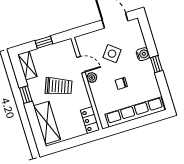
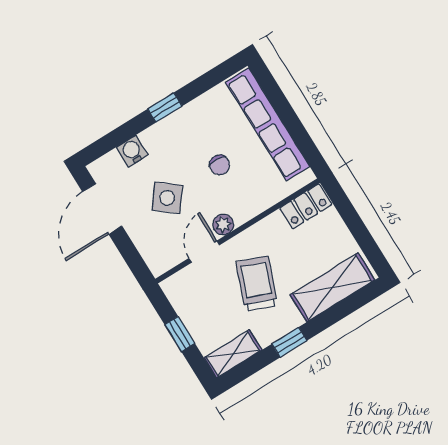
water cooler: (143, 54) -> (132, 151), moved

